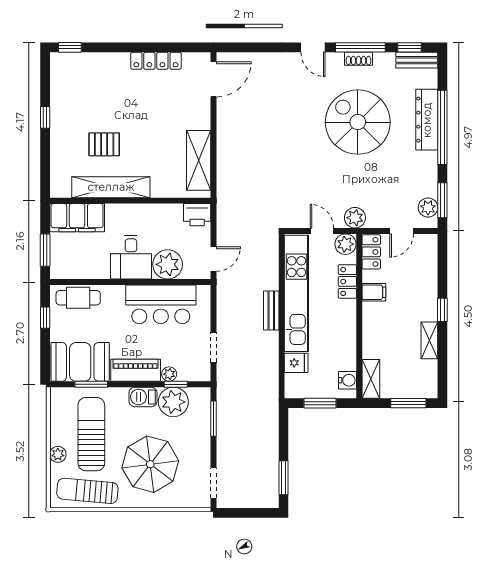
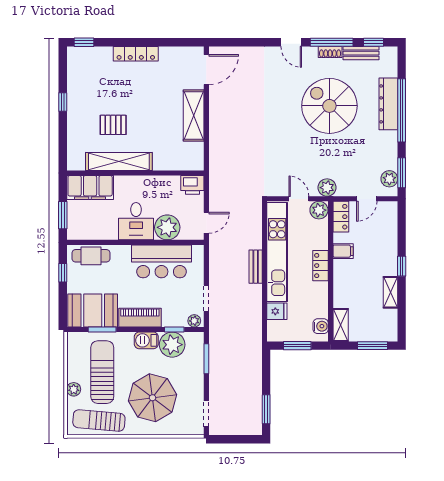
bench: (417, 60) -> (361, 53), moved
locker: (156, 61) -> (136, 54), moved
shelving: (199, 160) -> (194, 115), moved
locker: (347, 281) -> (321, 266), moved
plant: (169, 374) -> (194, 321), moved

